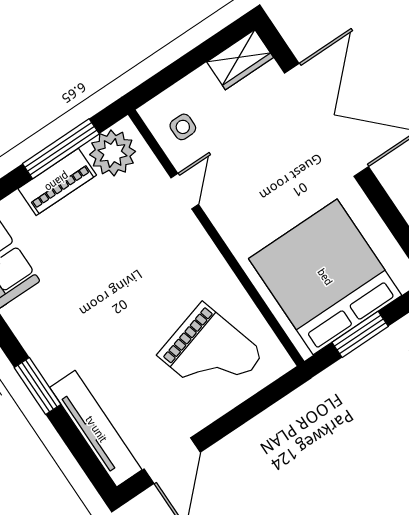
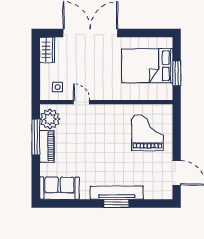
bed: (325, 277) -> (147, 66), width x0.73
grand piano: (211, 354) -> (147, 133), turned -74
tv unit: (96, 429) -> (117, 193), moved

